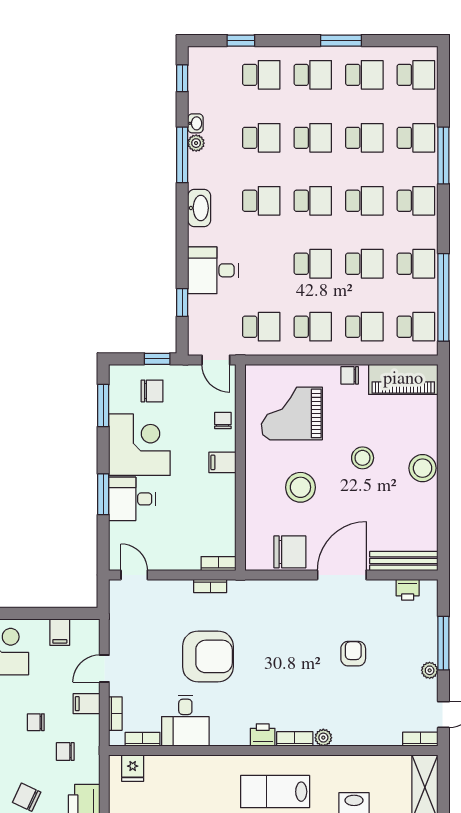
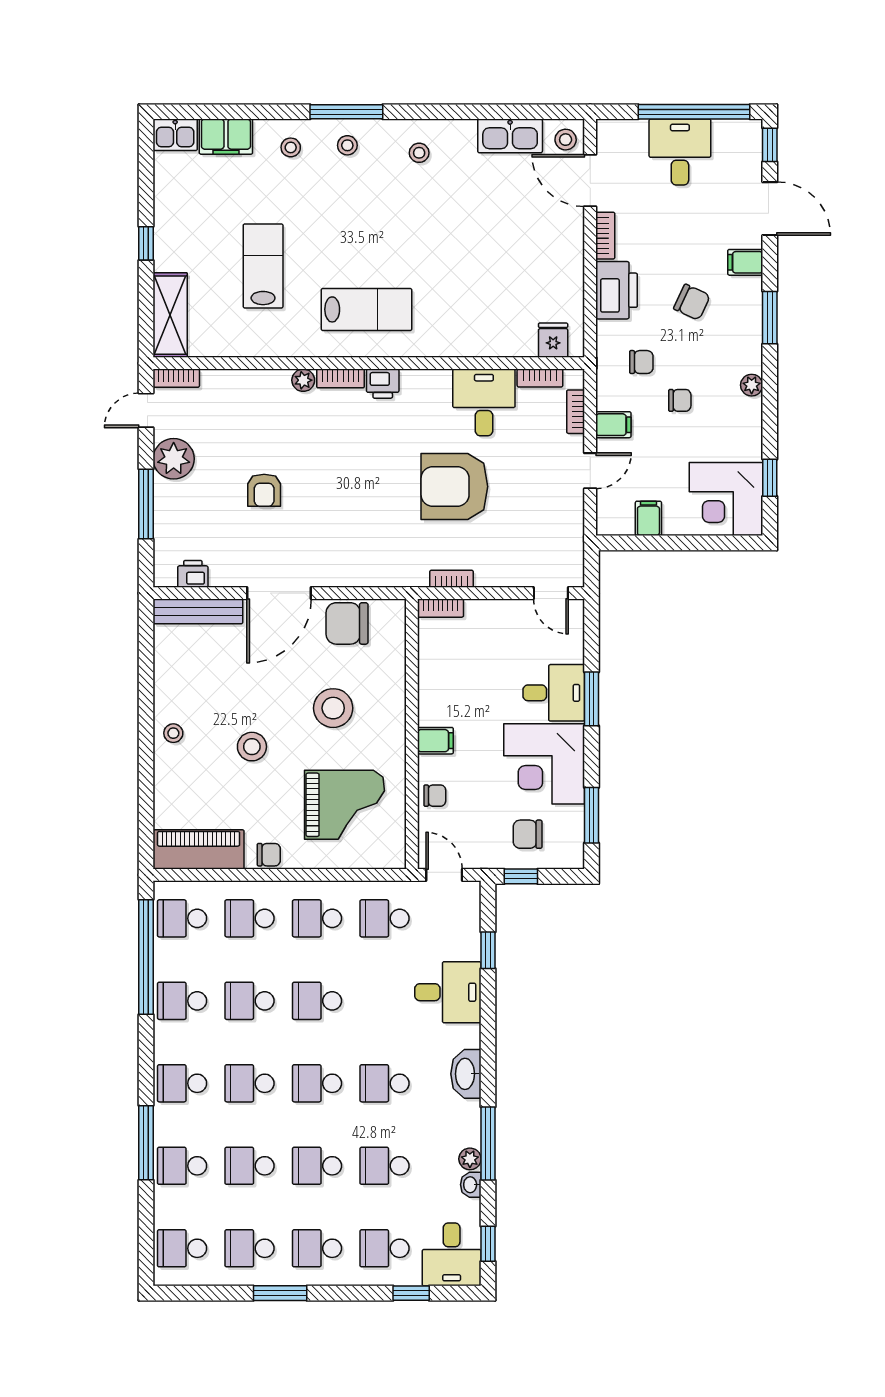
desk: (210, 70) -> (452, 1254), added
chair: (223, 420) -> (435, 796), turned -90
stool: (423, 468) -> (173, 733), width x0.53, depth x0.53
plant: (430, 670) -> (174, 459), width x1.87, depth x1.87

